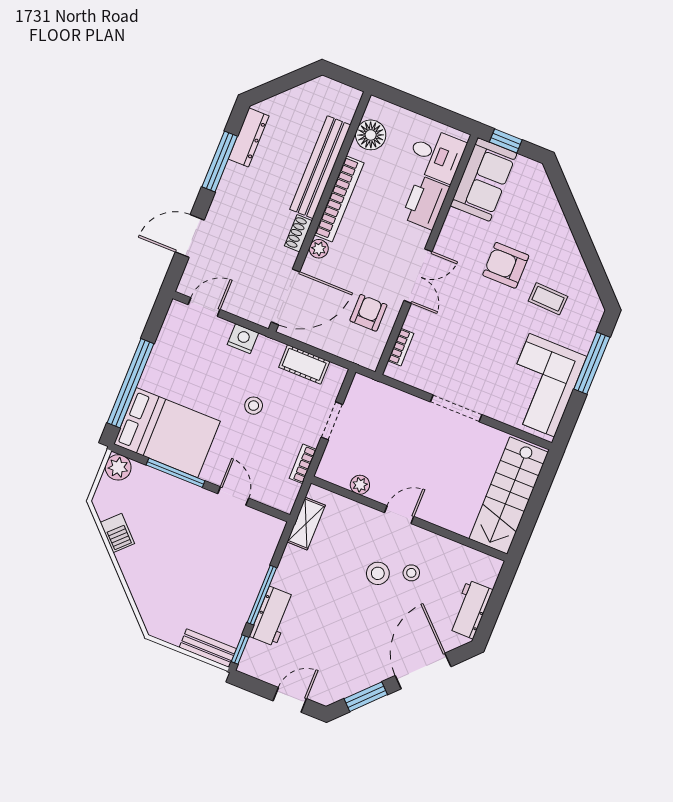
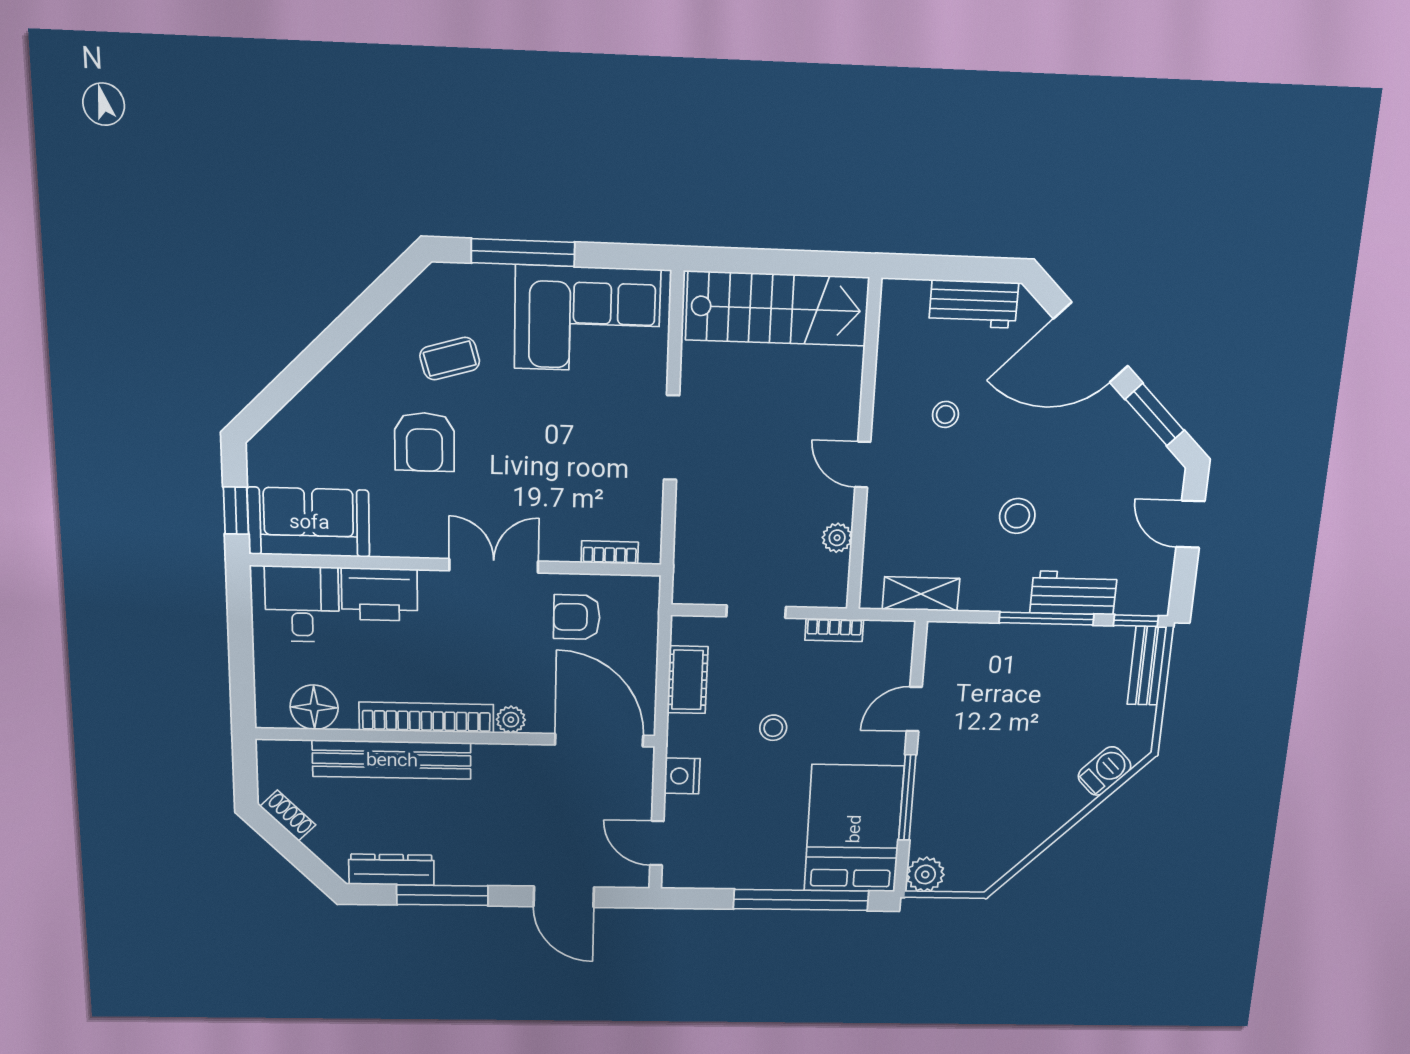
shoe rack: (298, 233) -> (288, 816), moved, turned -135
coffee table: (548, 299) -> (450, 359), turned 72
barbecue: (117, 533) -> (1105, 771), moved
stool: (378, 573) -> (1017, 516), moved

